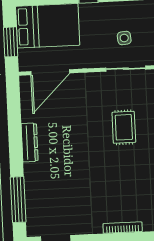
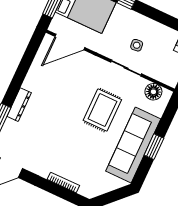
rug: (124, 127) -> (102, 110), width x1.36, depth x1.43
dresser: (30, 142) -> (19, 105), moved

